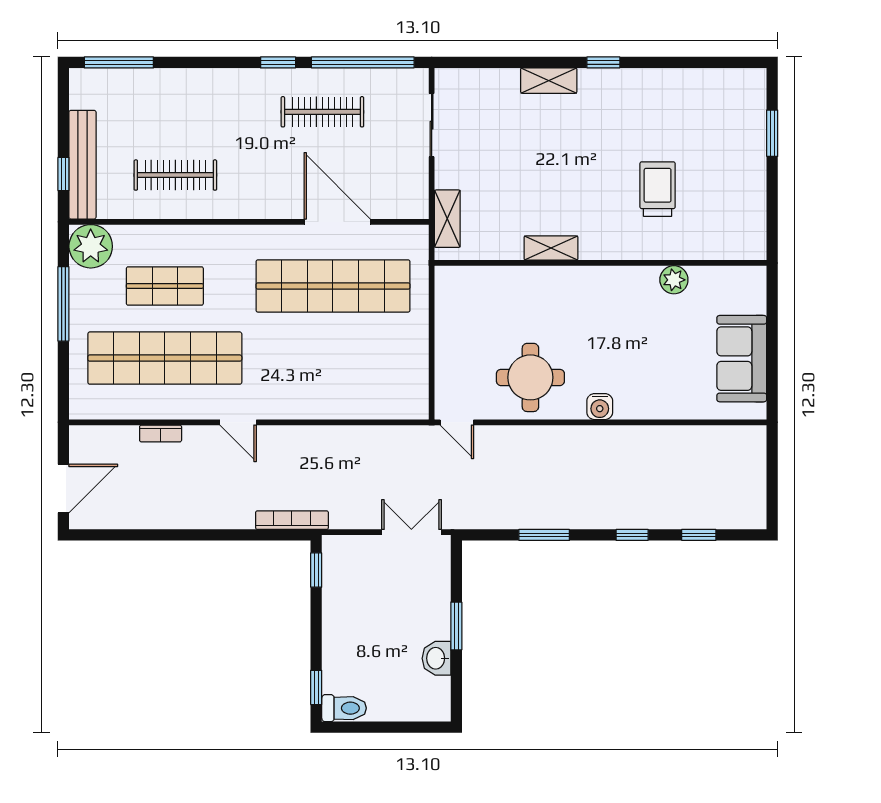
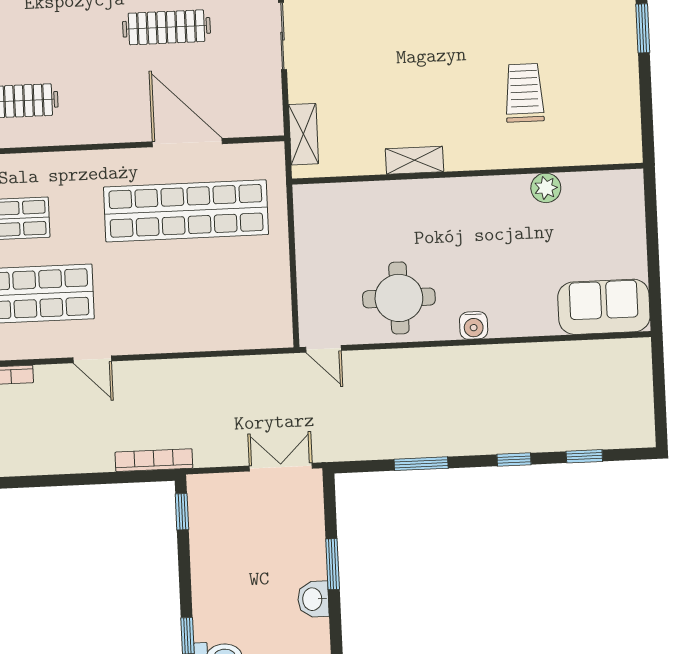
sofa: (742, 359) -> (604, 307), moved, turned 90

